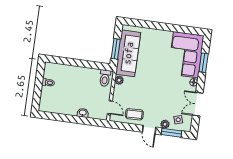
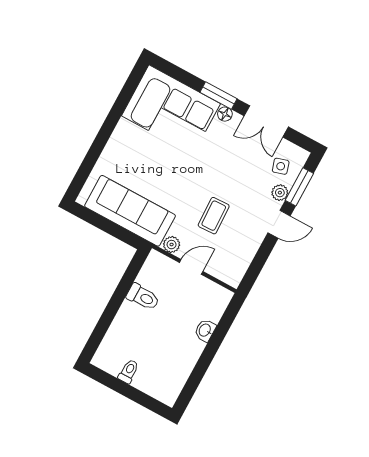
window: (116, 49) -> (114, 230), removed
window: (204, 63) -> (219, 95), moved
toilet: (105, 78) -> (143, 297), moved
door: (110, 107) -> (191, 267), moved
coffee table: (134, 114) -> (214, 216), moved

